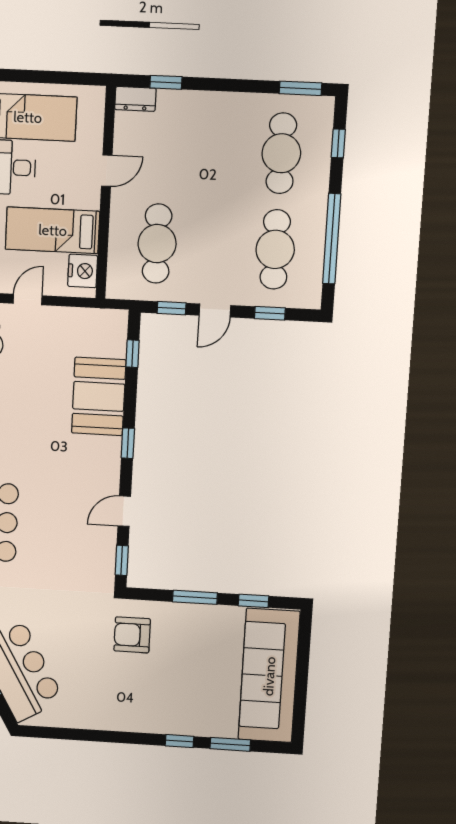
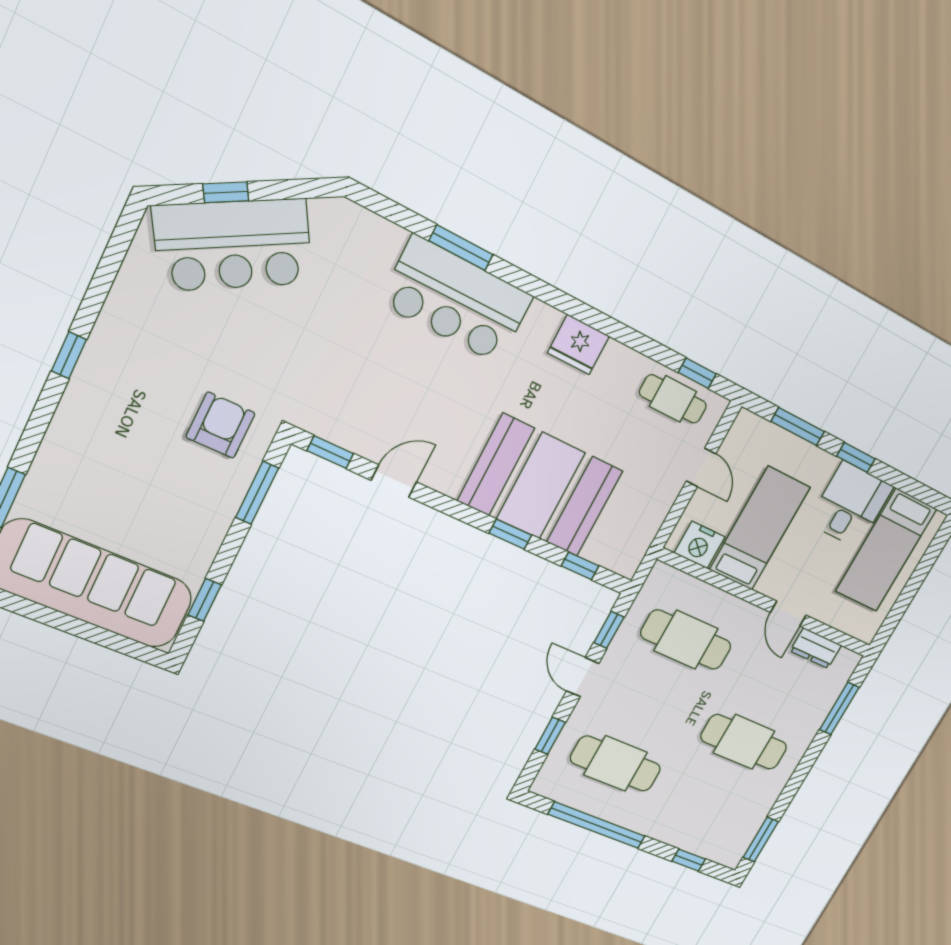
window: (166, 82) -> (839, 708), width x1.50
dresser: (135, 99) -> (816, 648), moved, turned -90
cafe table: (281, 153) -> (744, 742), moved
booth: (99, 396) -> (541, 486), width x1.36, depth x1.42
window: (128, 443) -> (510, 534), moved
door: (124, 511) -> (394, 481), hinge flipped
window: (195, 597) -> (257, 493), moved
window: (179, 741) -> (69, 355), moved

